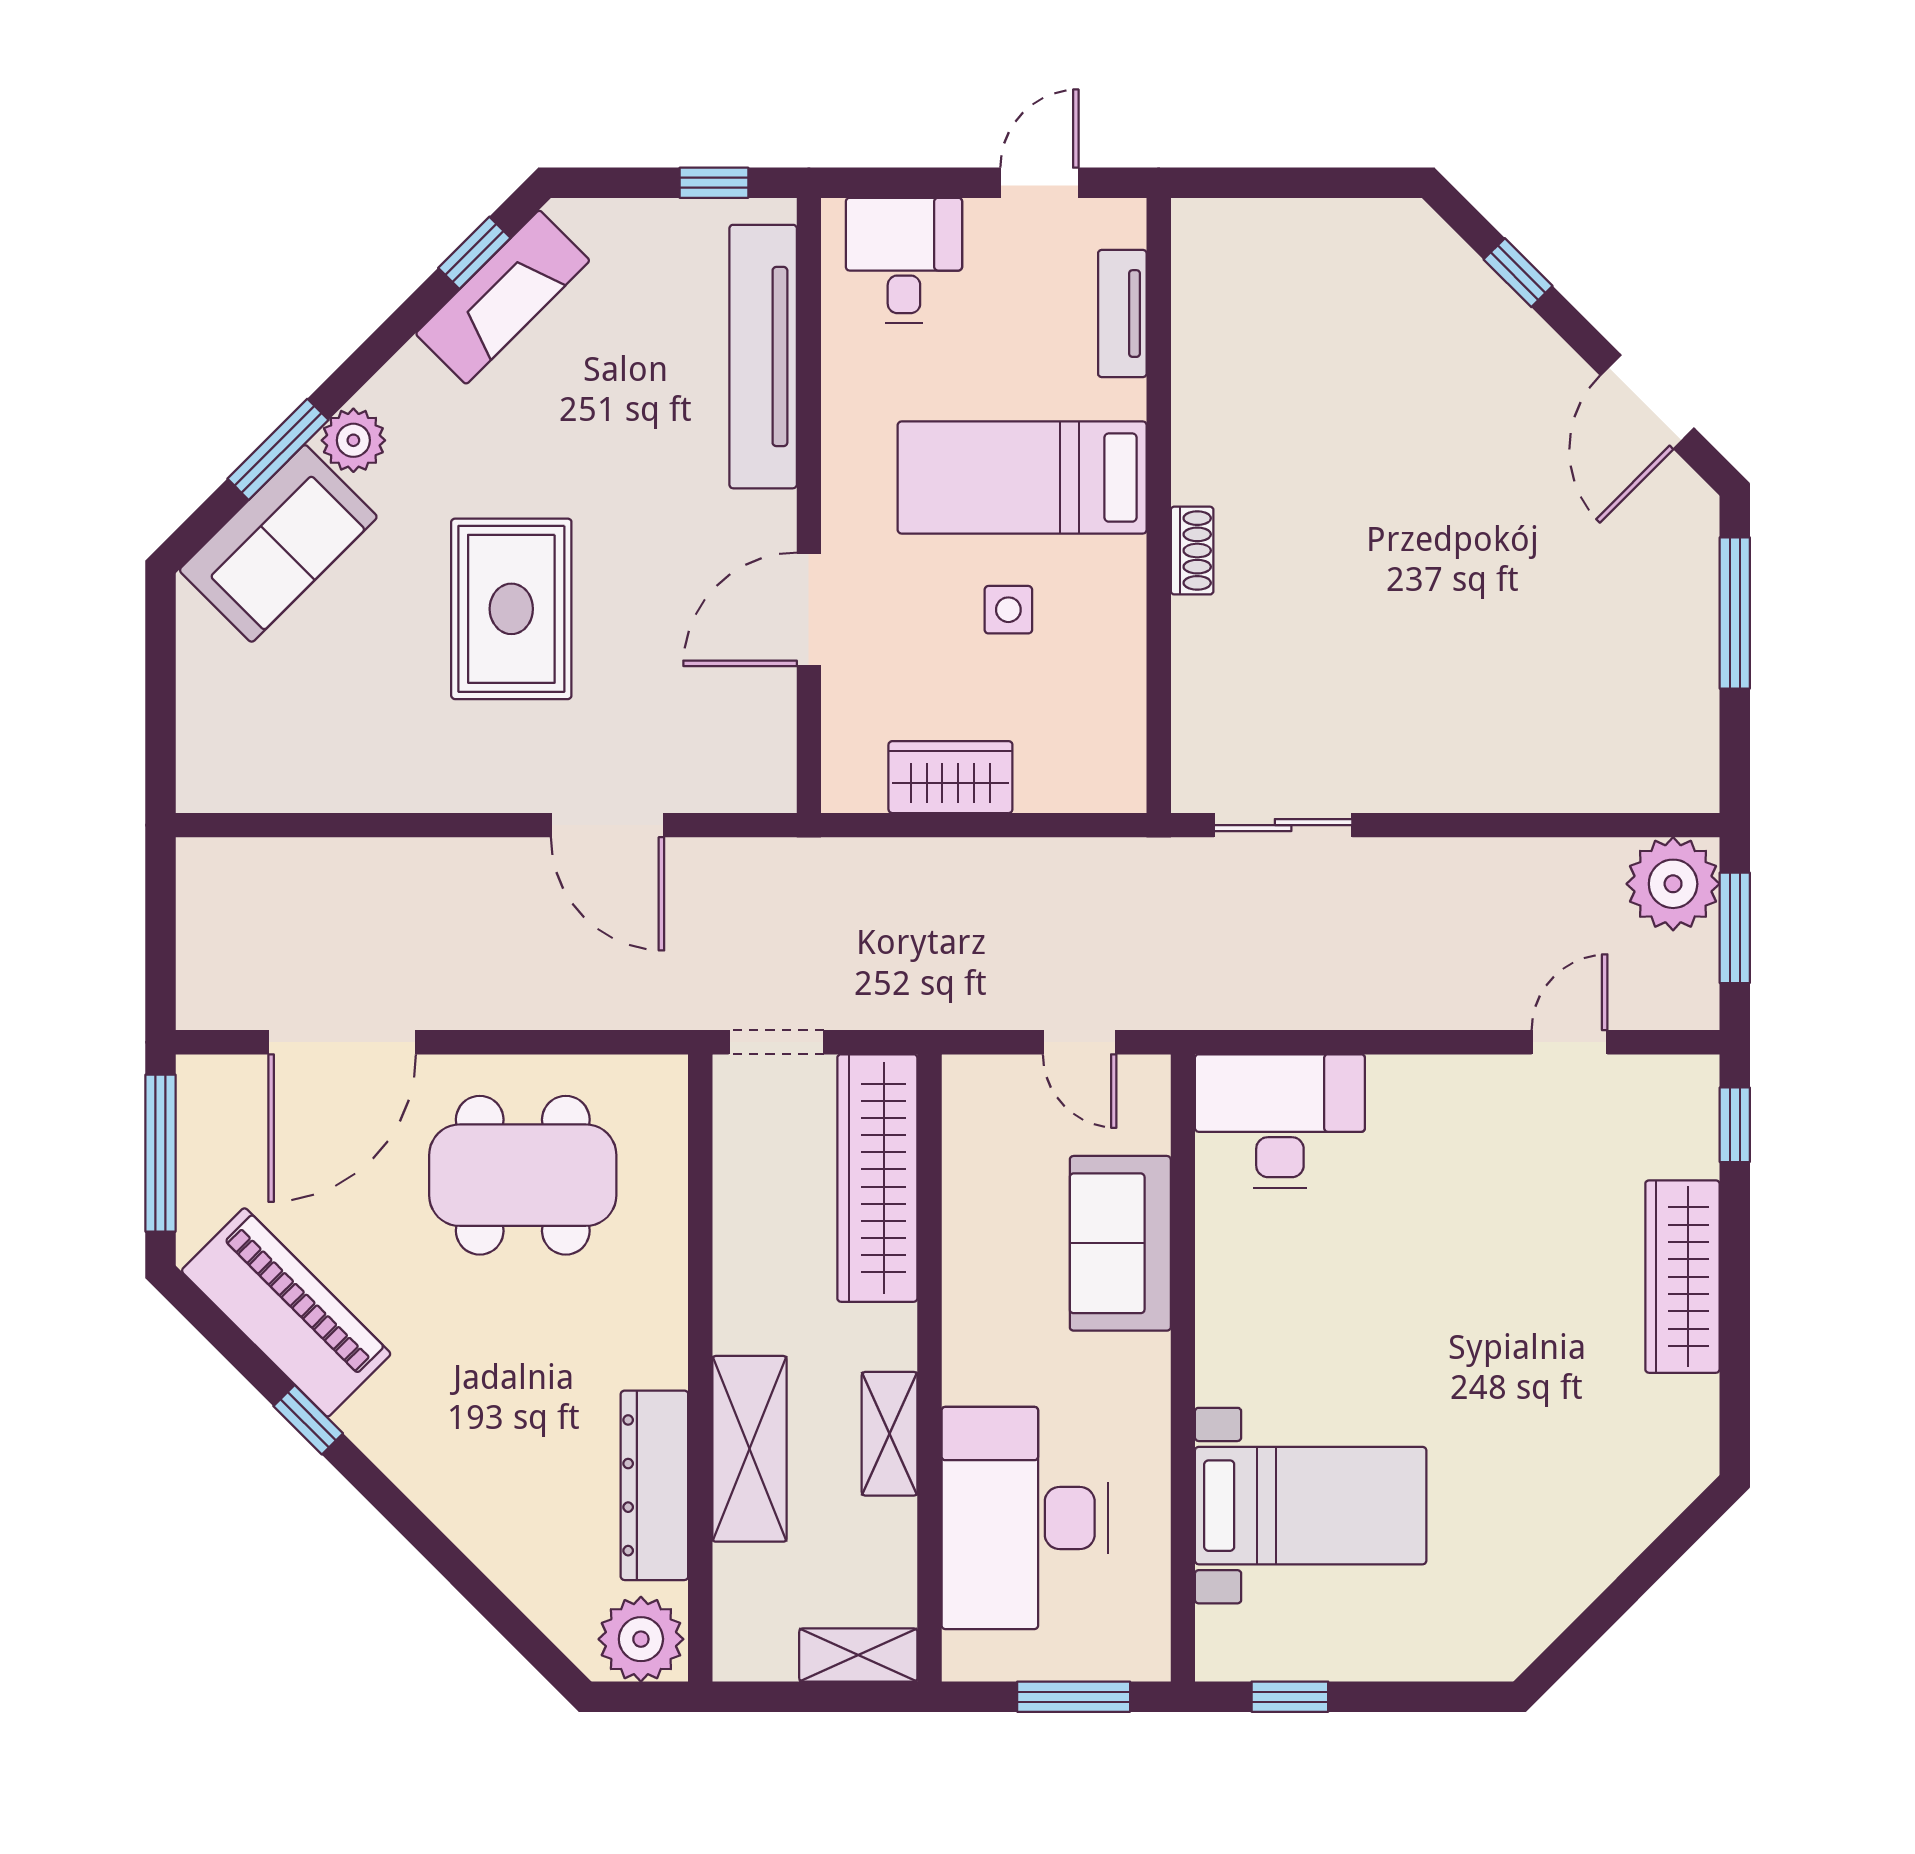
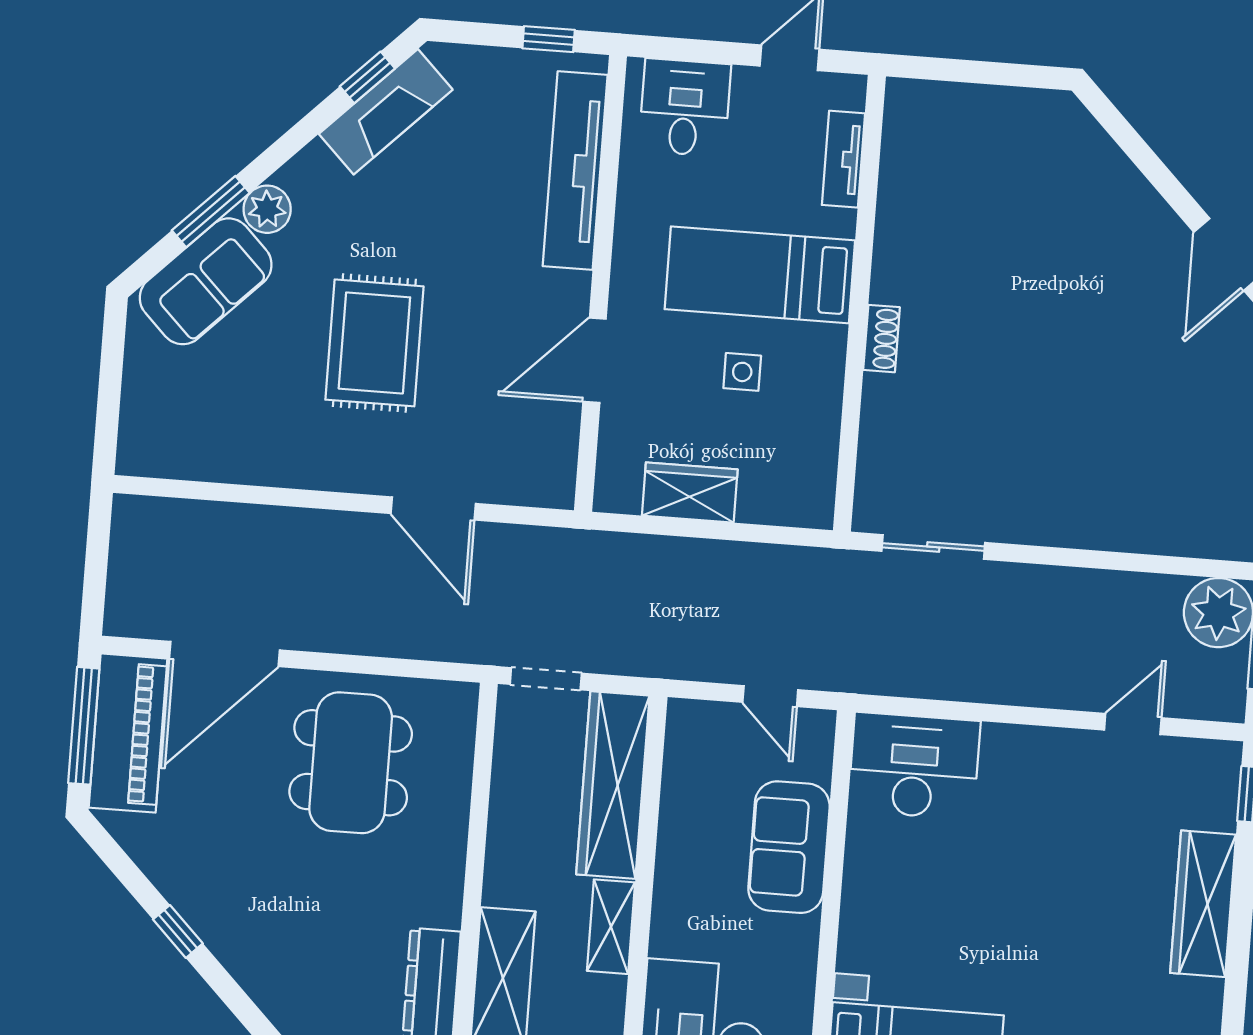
window: (1518, 273) -> (1139, 151), removed
dining table: (523, 1175) -> (351, 763), turned 90
piano: (286, 1312) -> (128, 733), moved, turned 45
shelving: (890, 1434) -> (611, 927), moved

